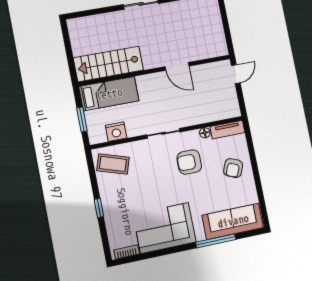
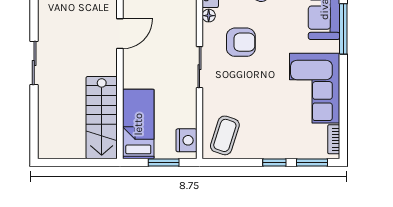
nightstand: (116, 132) -> (186, 140), moved
armchair: (189, 162) -> (241, 42), turned -90
window: (105, 238) -> (312, 162), added

